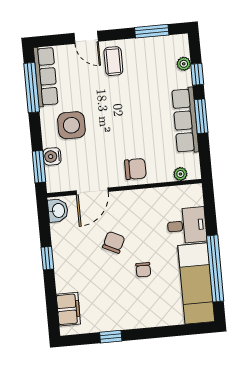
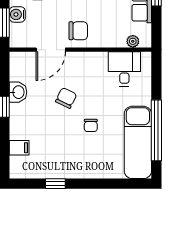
chair: (135, 169) -> (78, 31), moved
washbasin: (58, 210) -> (18, 92), moved
desk: (187, 225) -> (124, 69), moved, turned -90
filing cabinet: (68, 309) -> (19, 148), width x0.50

